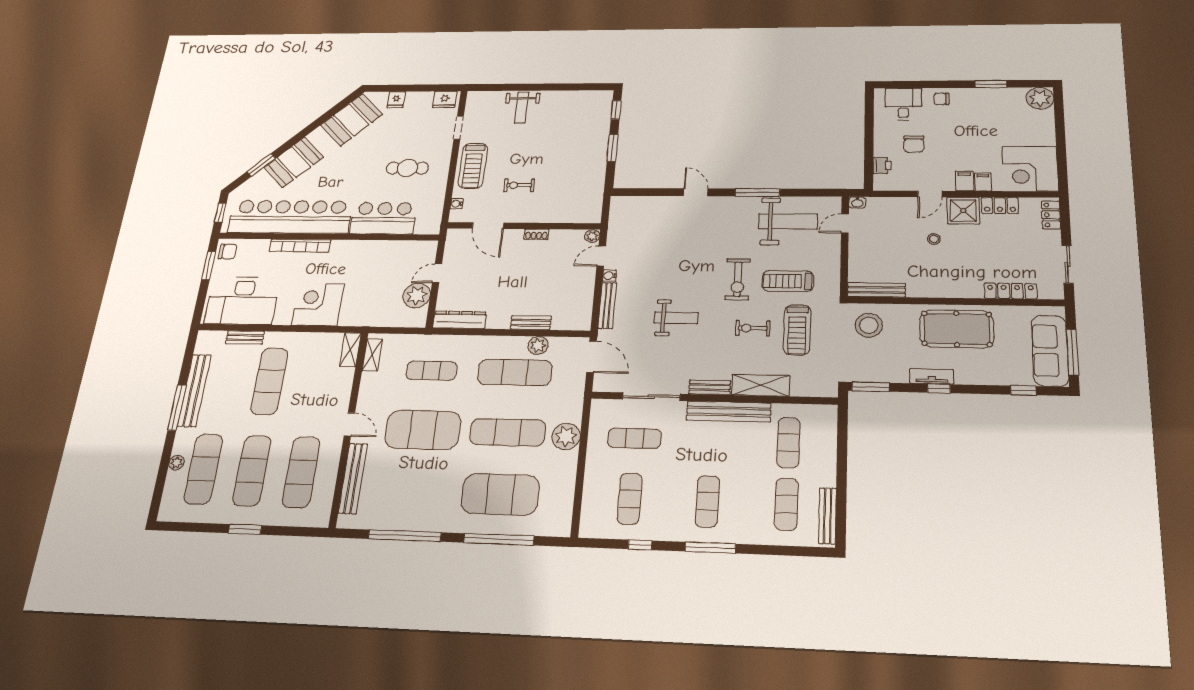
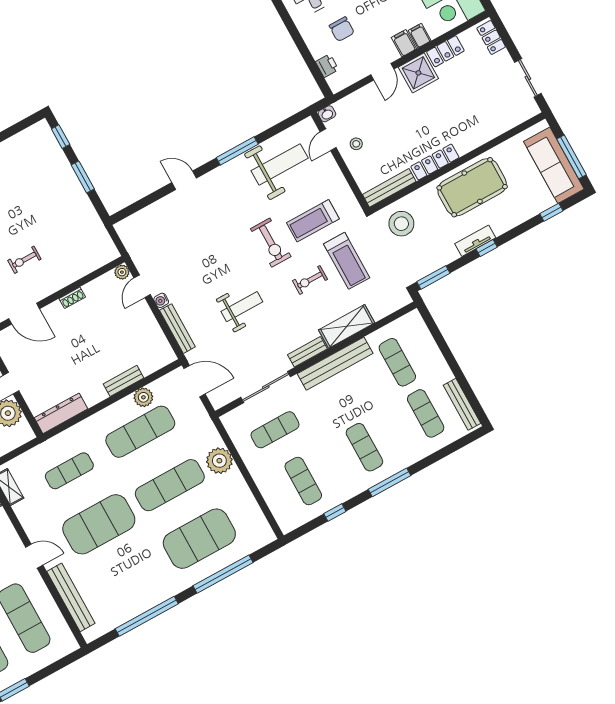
stool: (934, 239) -> (356, 144), moved
locker: (1011, 291) -> (435, 162), moved

